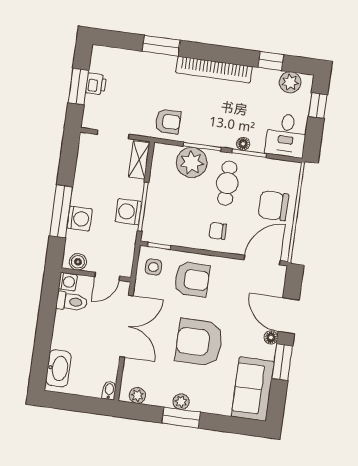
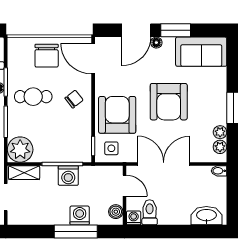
plant: (192, 163) -> (20, 150), moved
chair: (218, 231) -> (74, 99), turned -128
armchair: (192, 279) -> (117, 115), width x1.36, depth x1.36
plant: (181, 402) -> (220, 132), moved

